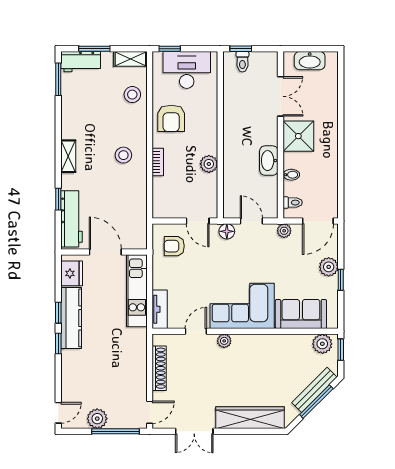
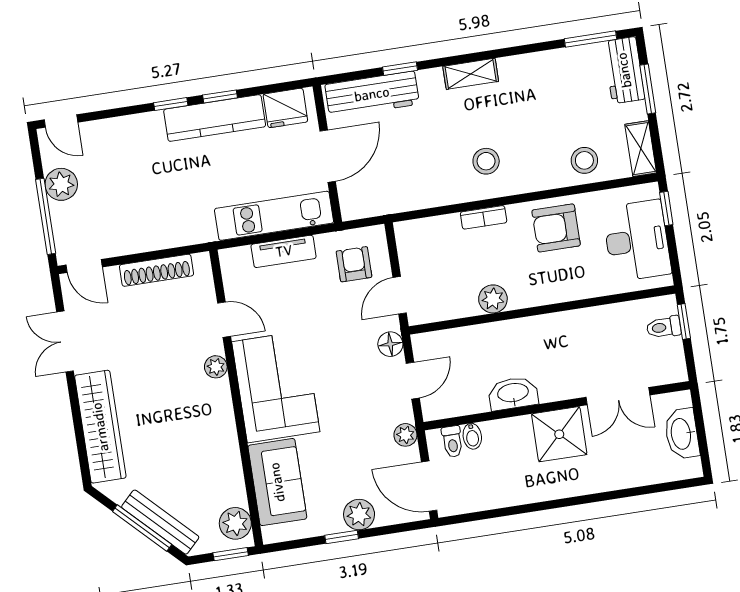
bidet: (291, 175) -> (472, 436), moved
tv unit: (160, 309) -> (284, 251), moved

